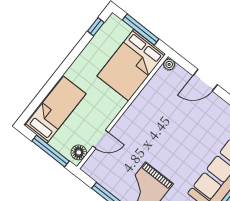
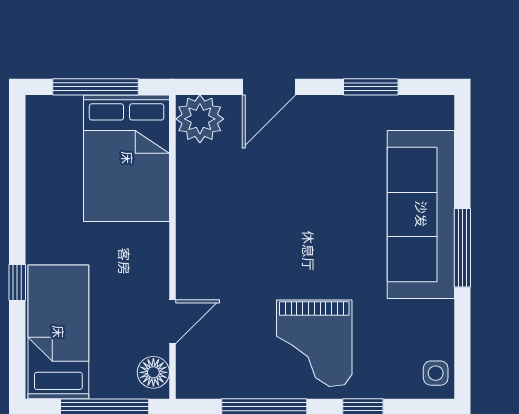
window: (96, 27) -> (17, 282), moved
plant: (169, 64) -> (200, 119), width x1.88, depth x1.88

